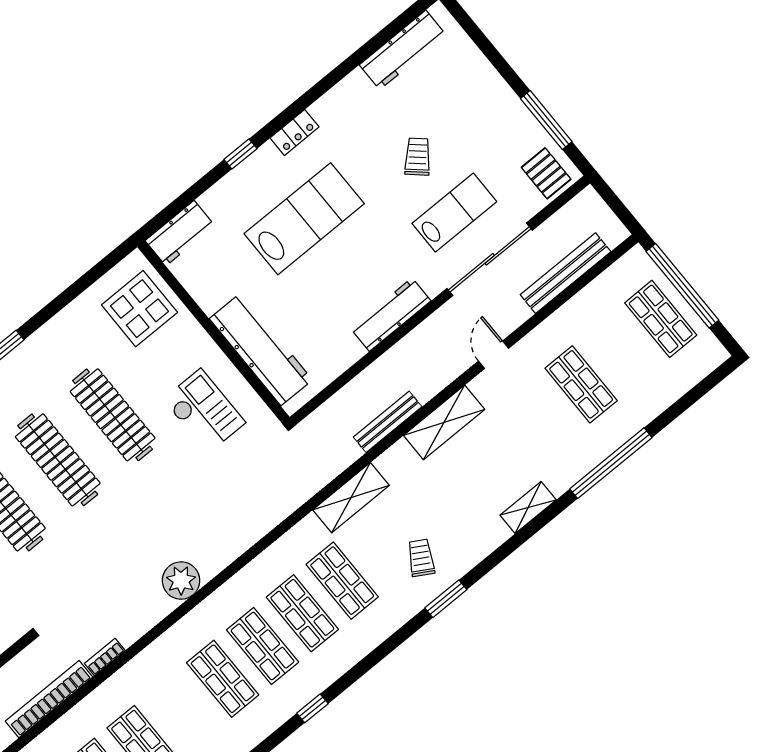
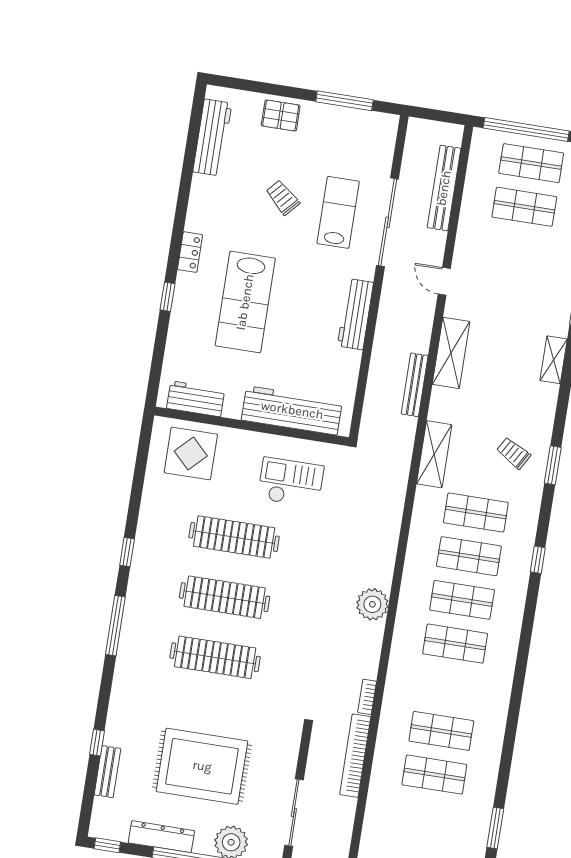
pallet: (546, 173) -> (281, 116), moved
lab bench: (304, 219) -> (245, 302), turned 180
workbench: (180, 233) -> (196, 399), moved, turned -90
shop shelf: (581, 384) -> (524, 207), moved
window: (312, 708) -> (538, 560), moved

